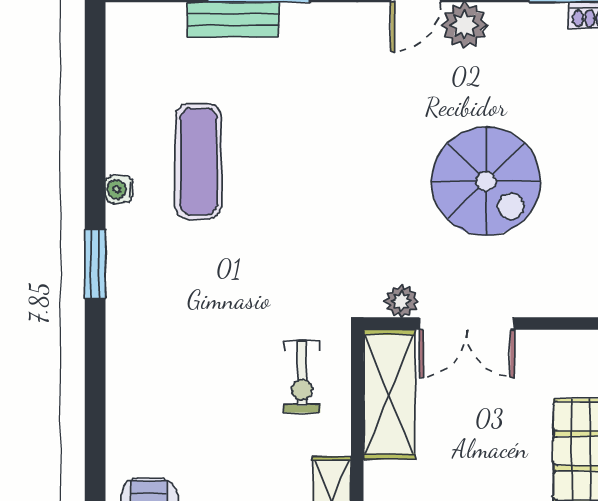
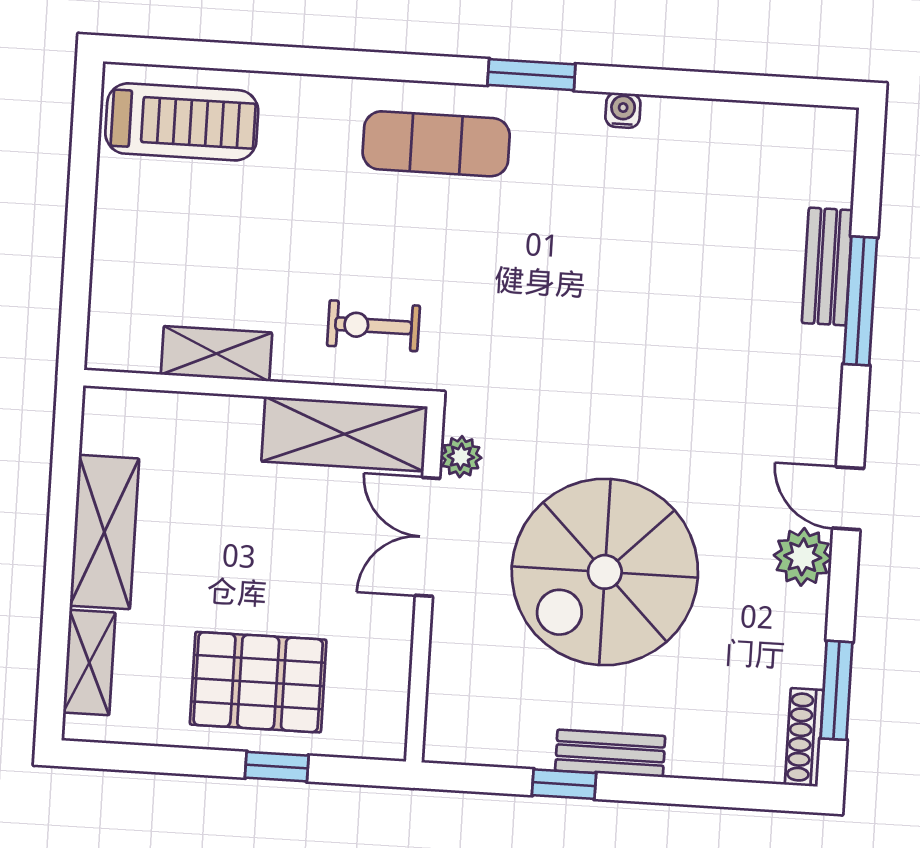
exercise mat: (198, 162) -> (436, 144), moved
spiral stairs: (486, 181) -> (605, 572), width x1.37, depth x1.37

